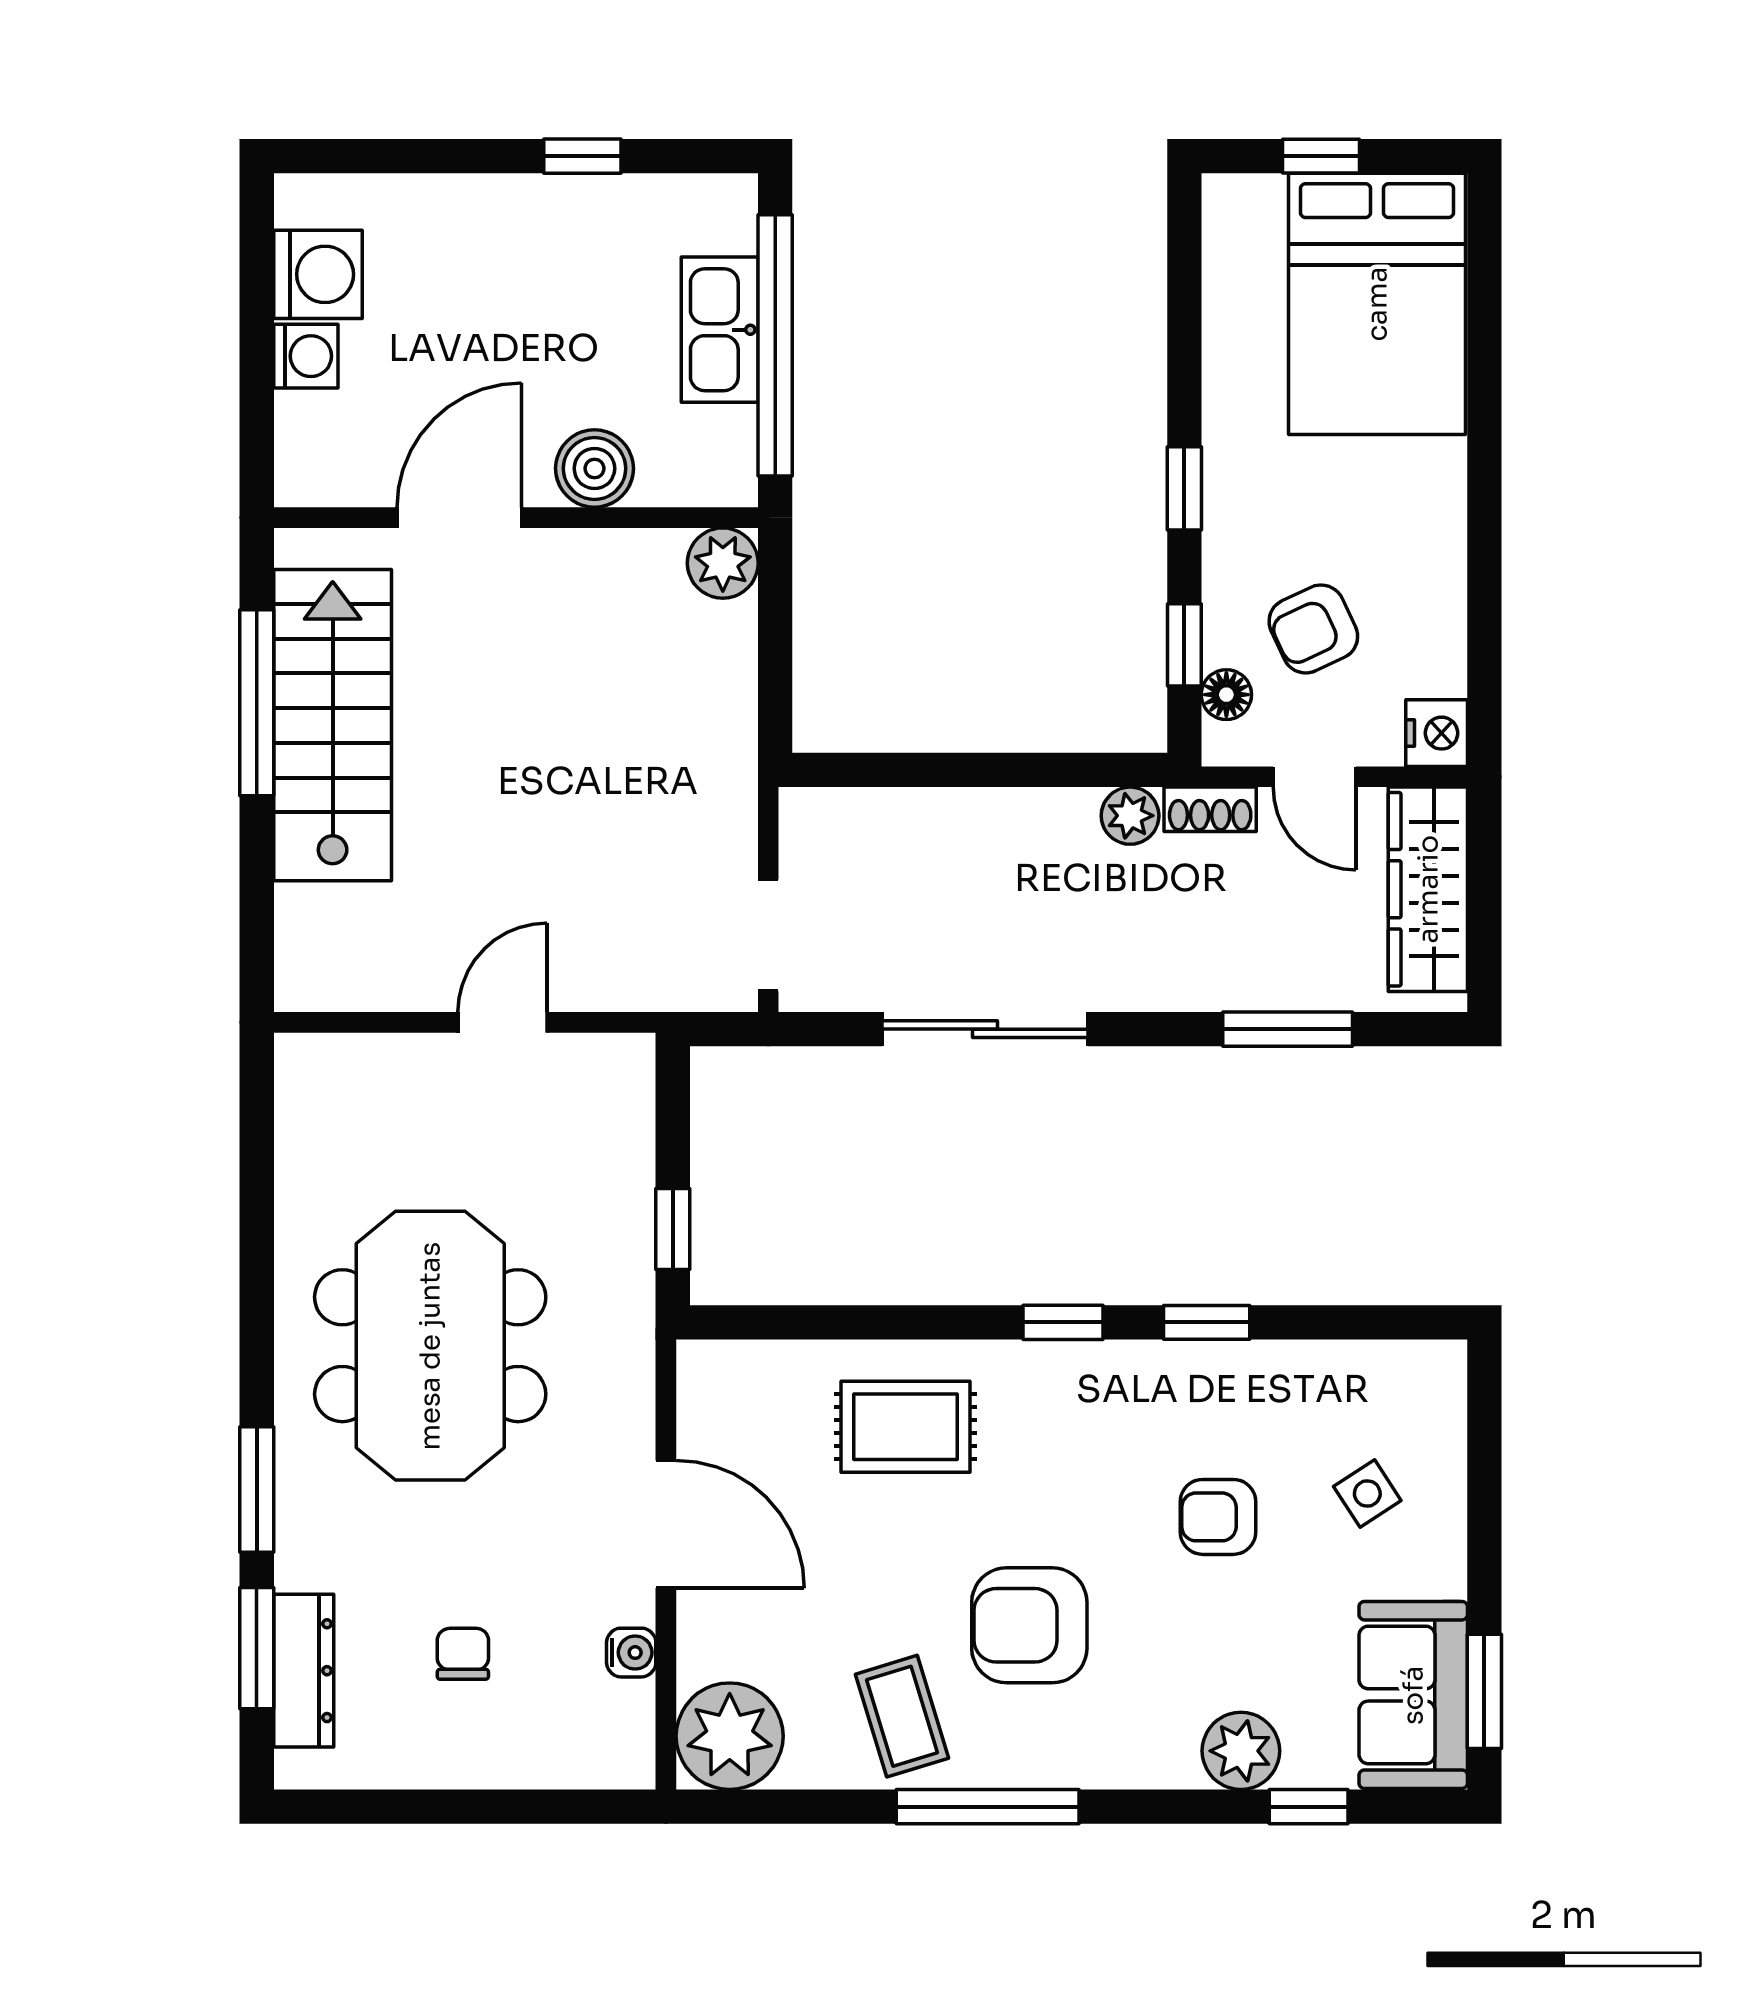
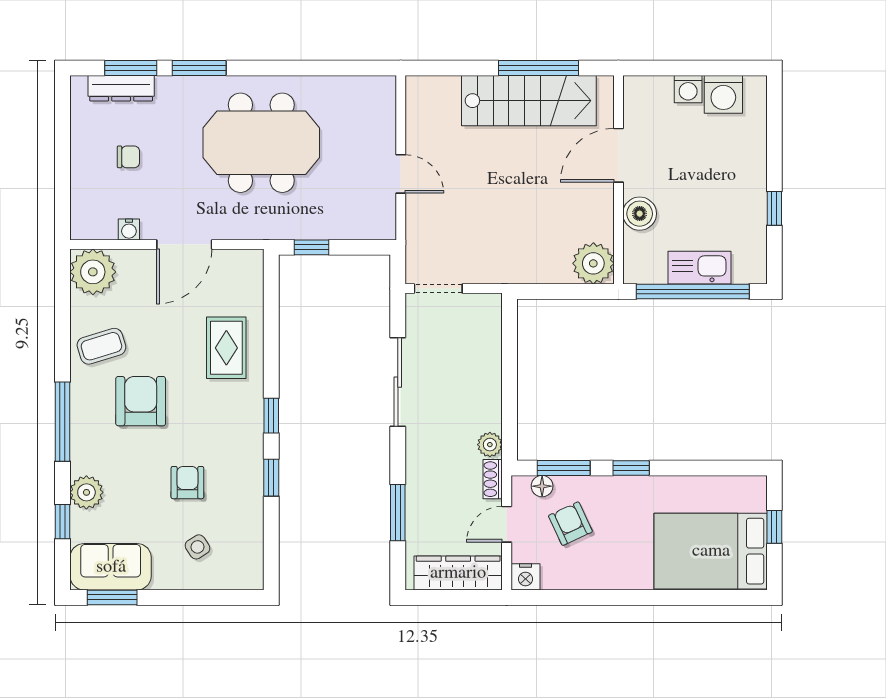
door: (459, 518) -> (618, 155), swing flipped
plant: (723, 563) -> (593, 263), width x1.36, depth x1.36
window: (1184, 645) -> (564, 468), width x1.50
window: (988, 1807) -> (62, 422), moved

